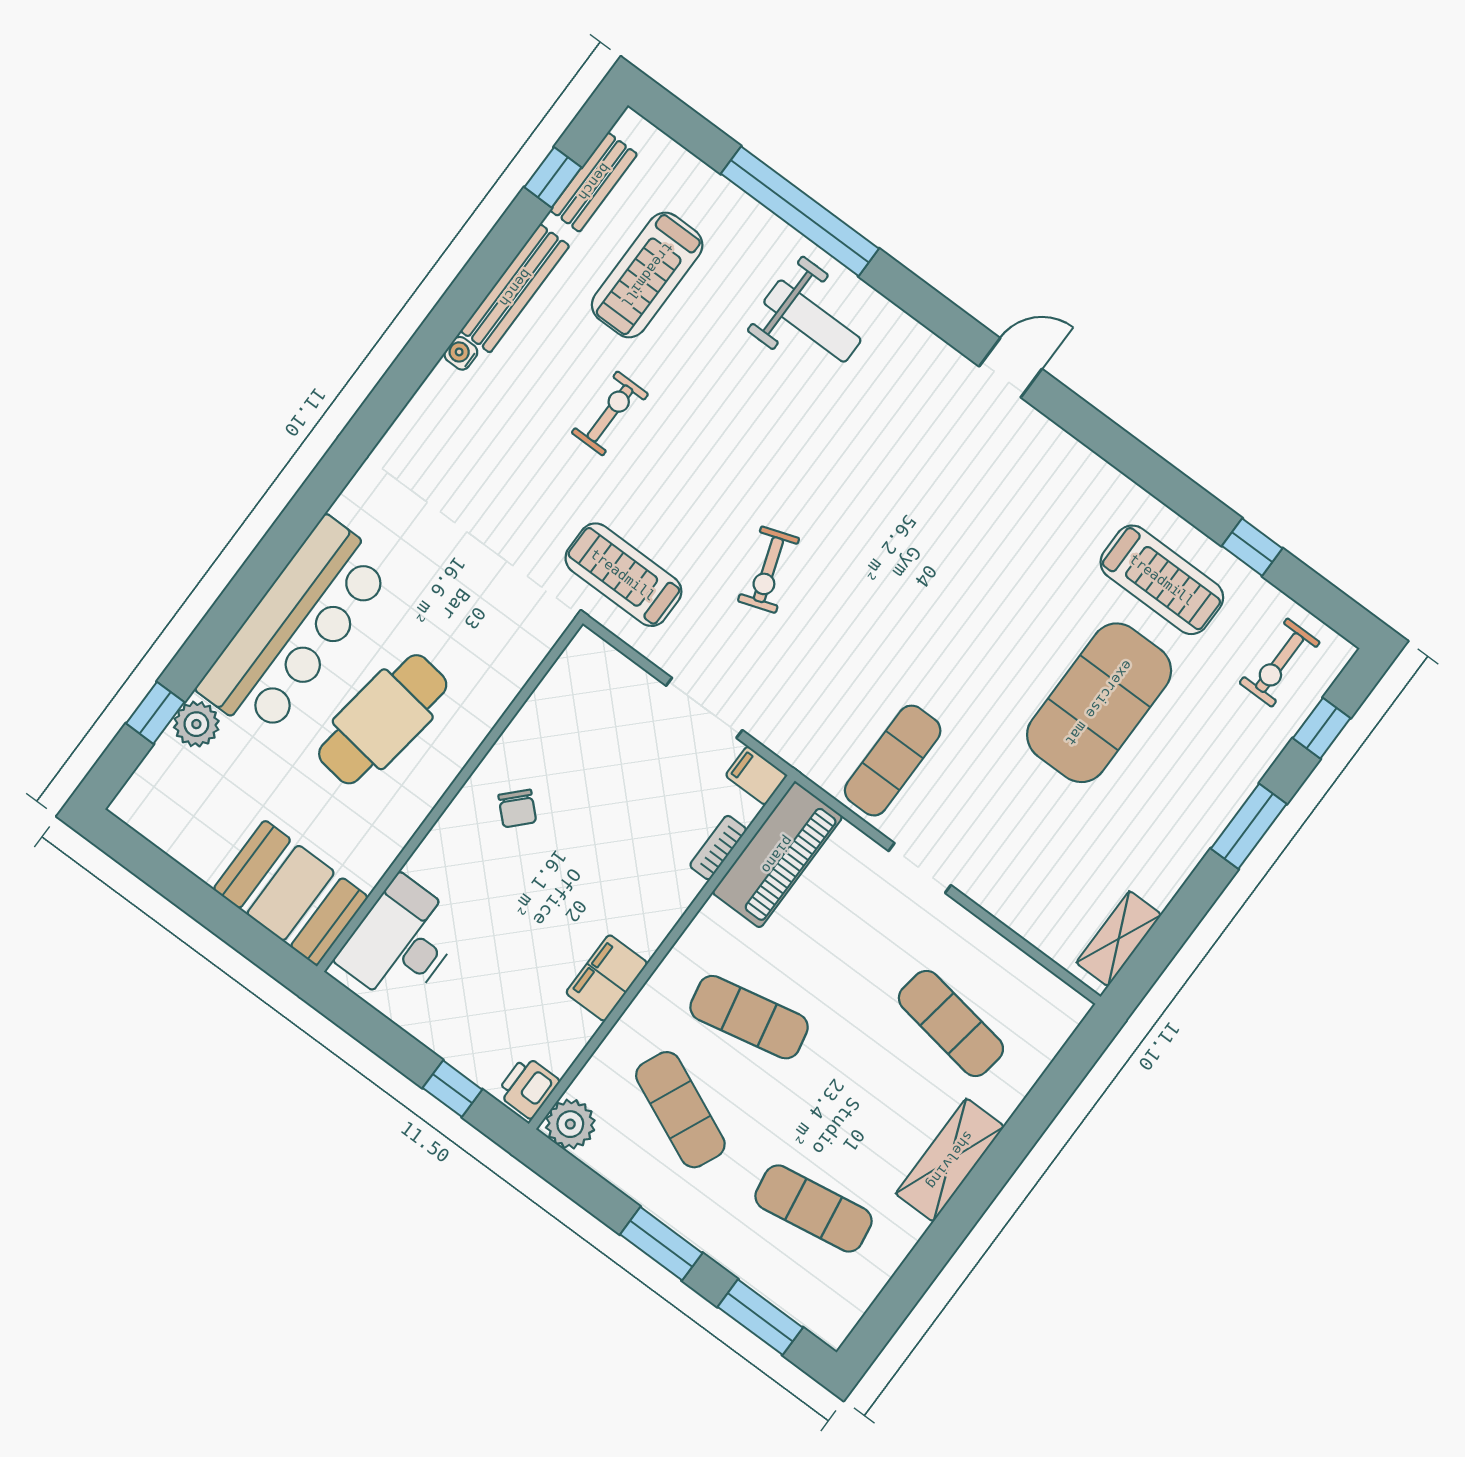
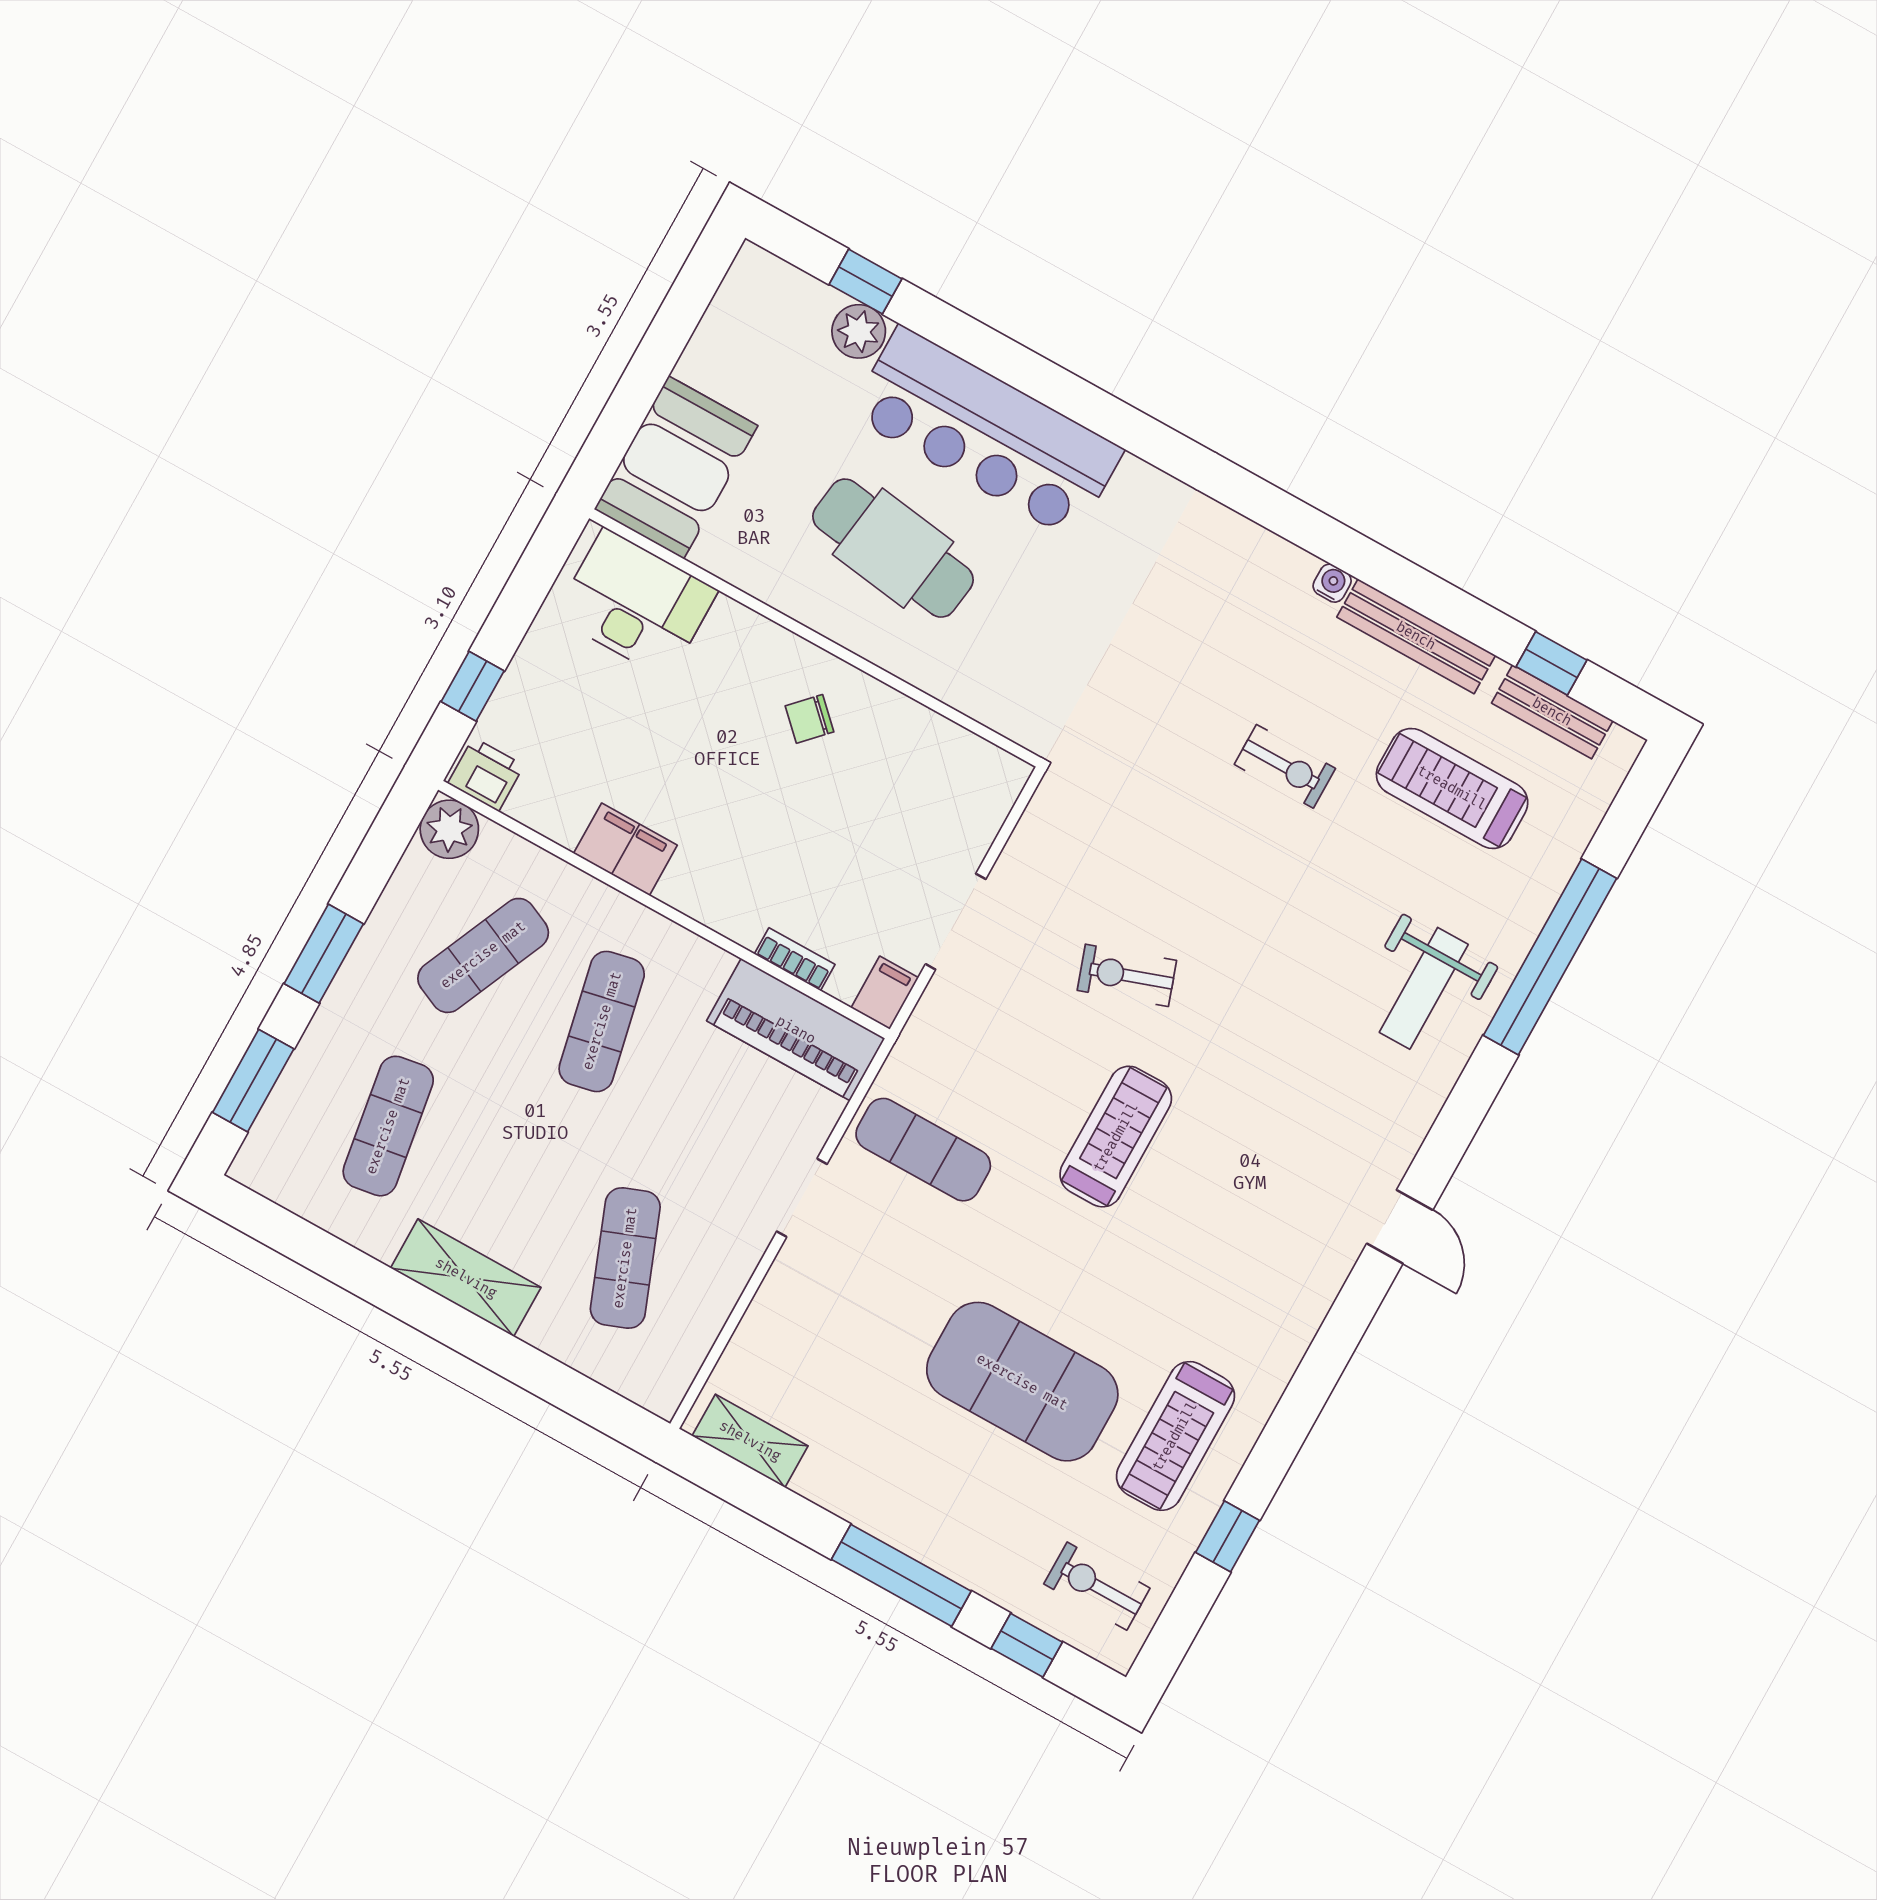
treadmill: (623, 575) -> (1116, 1137), moved
window: (1249, 826) -> (901, 1575), width x1.44
exercise mat: (951, 1023) -> (625, 1258), turned -30

